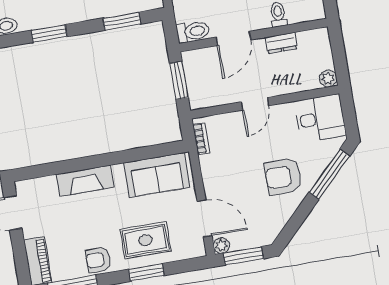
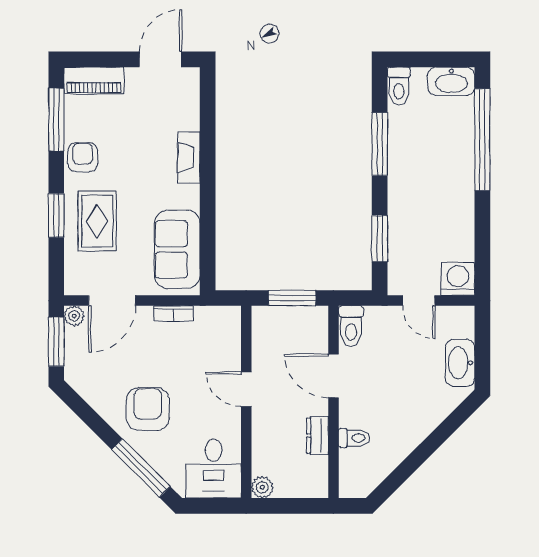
window: (49, 33) -> (380, 144), width x1.44
bookcase: (201, 138) -> (173, 314), moved
fireplace: (85, 181) -> (189, 158), width x0.73, depth x0.76

